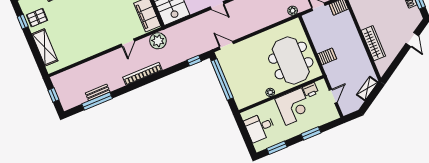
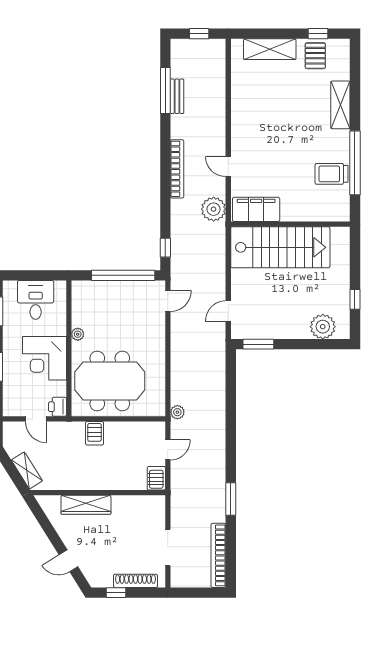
printer: (310, 90) -> (58, 407), moved

